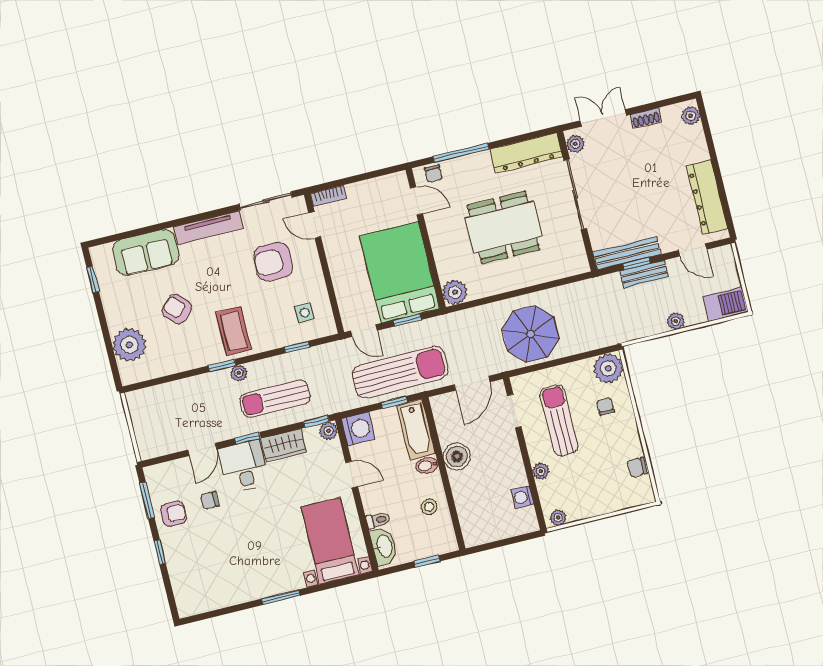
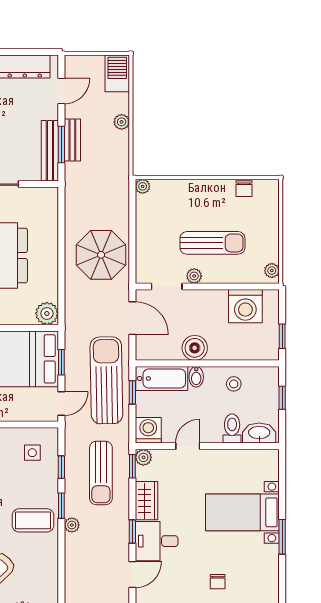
window: (636, 264) -> (61, 144), width x1.50
window: (222, 365) -> (61, 506), moved
plant: (608, 368) -> (143, 186), width x0.53, depth x0.53
sun lounger: (275, 399) -> (101, 473), moved
chair: (606, 407) -> (183, 204), removed
sun lounger: (559, 420) -> (212, 243), moved, turned 180
door: (202, 449) -> (132, 575), hinge flipped
plant: (541, 471) -> (194, 276), moved
washing machine: (522, 497) -> (245, 306), width x1.89, depth x1.89
chair: (210, 500) -> (218, 582), moved
toilet: (378, 520) -> (232, 429), width x1.37, depth x1.39
bed with nightstands: (330, 541) -> (242, 512), moved
window: (492, 545) -> (282, 336), added

